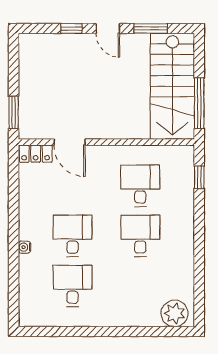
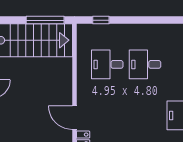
door: (70, 142) -> (74, 118), swing flipped
desk: (73, 236) -> (145, 115), removed

